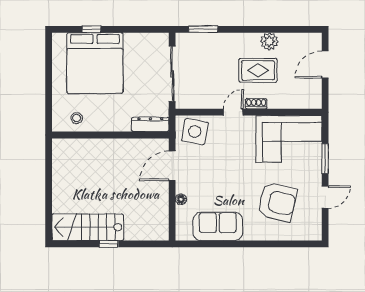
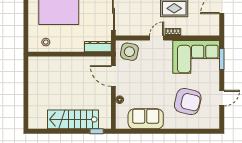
window: (325, 159) -> (222, 59), moved
door: (172, 166) -> (113, 76), hinge flipped
stairs: (88, 227) -> (73, 119), moved
window: (109, 244) -> (97, 131), moved

